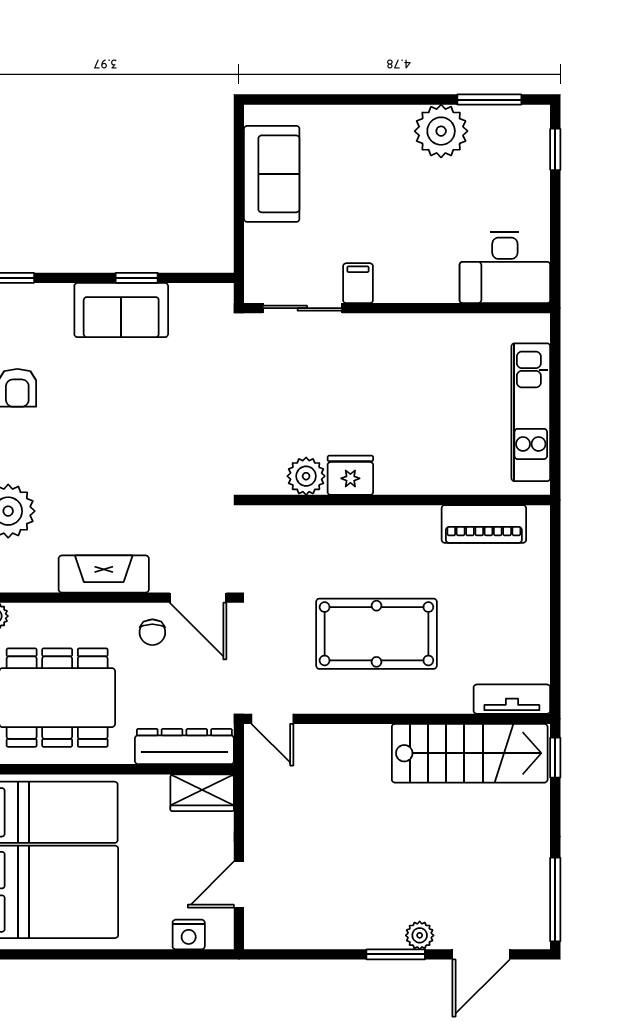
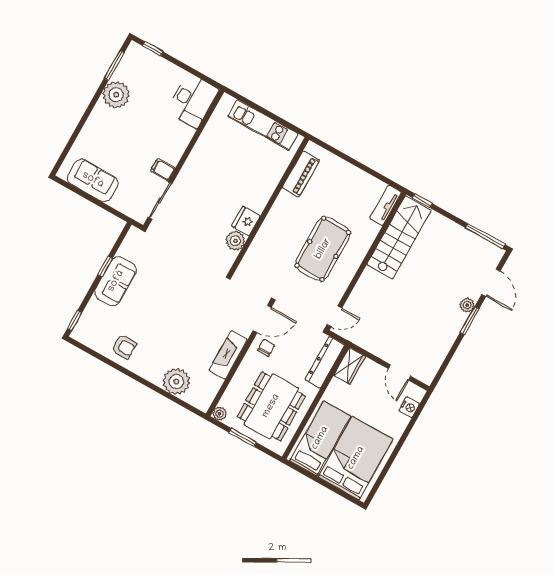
chair: (152, 632) -> (266, 348), turned -90

